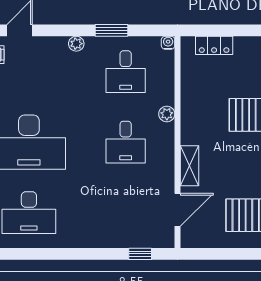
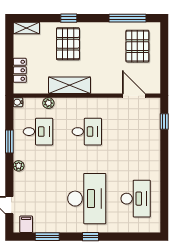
plant: (167, 114) -> (48, 103), moved
shelving: (189, 166) -> (70, 85), moved, width x1.50, depth x1.33

